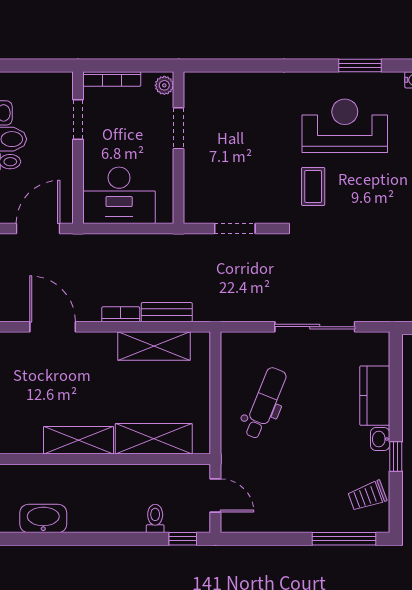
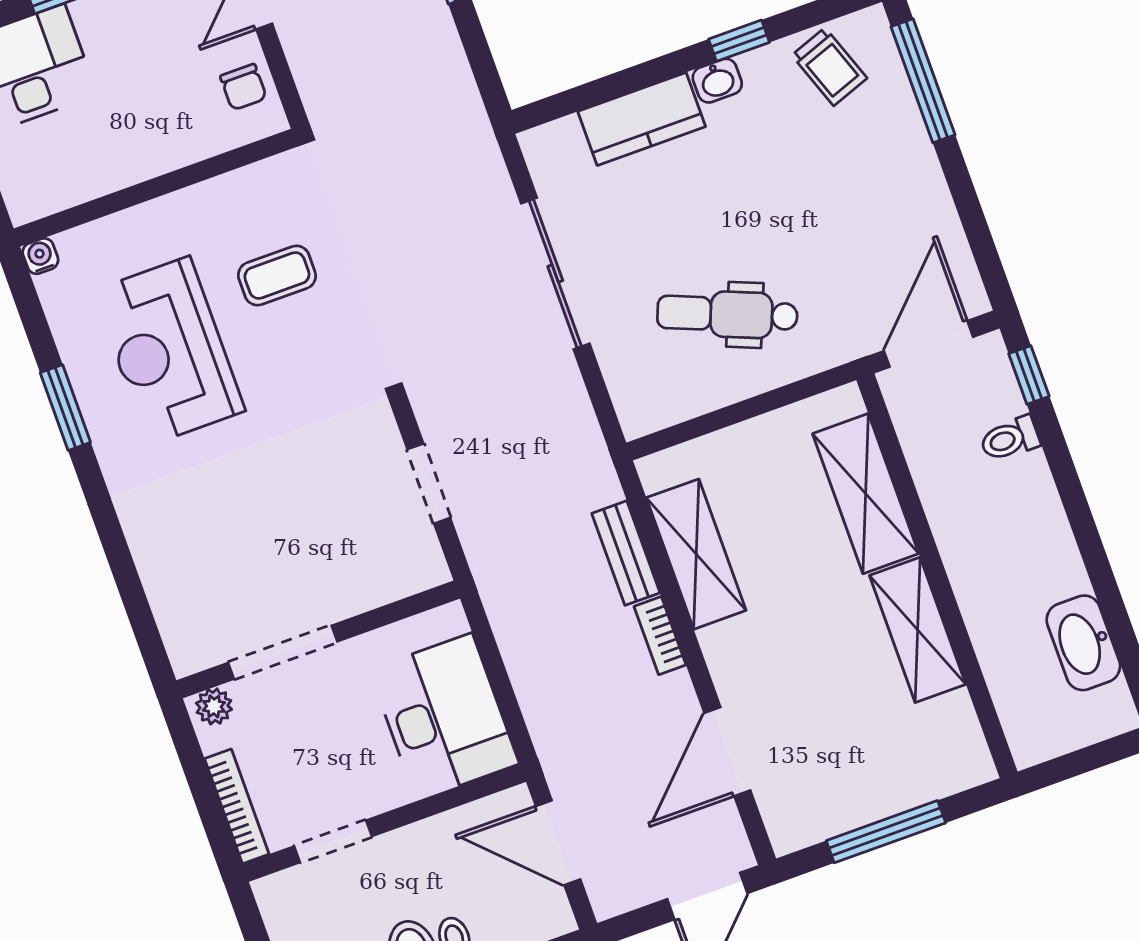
window: (360, 65) -> (65, 408), moved
doorway: (179, 128) -> (283, 652), width x1.38
coffee table: (313, 186) -> (277, 275), moved
door: (215, 495) -> (928, 344), width x1.38

